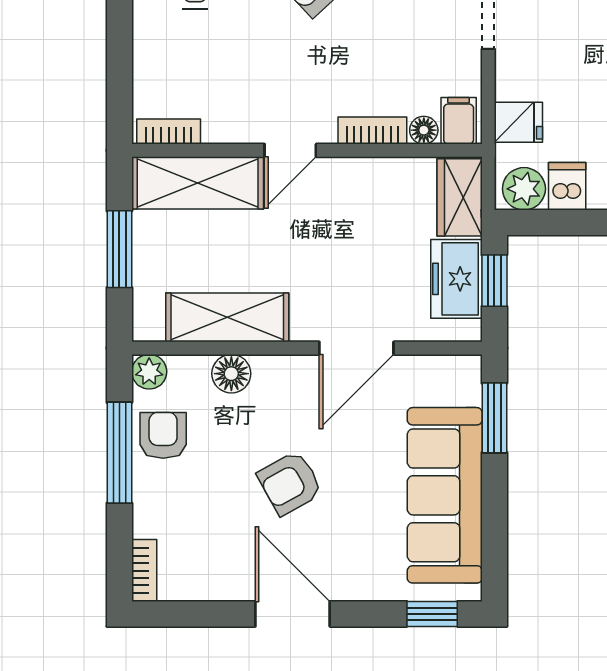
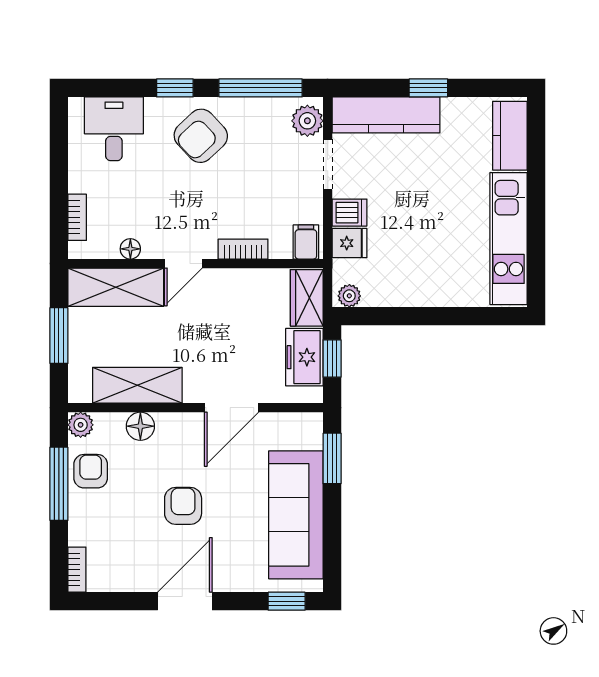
floor lamp: (424, 130) -> (130, 249), moved
bookcase: (169, 131) -> (77, 217), moved, turned 90
dishwasher: (567, 186) -> (349, 213), moved, turned 90
plant: (524, 189) -> (349, 296), width x0.73, depth x0.73
armchair: (290, 483) -> (183, 506), turned 119
door: (293, 614) -> (185, 601), hinge flipped

